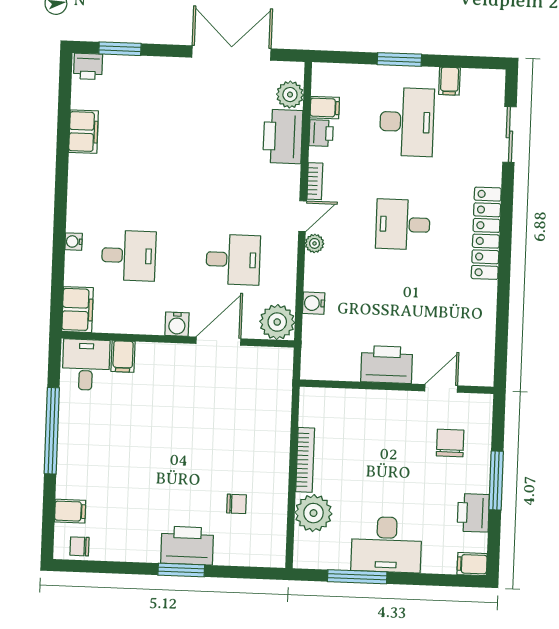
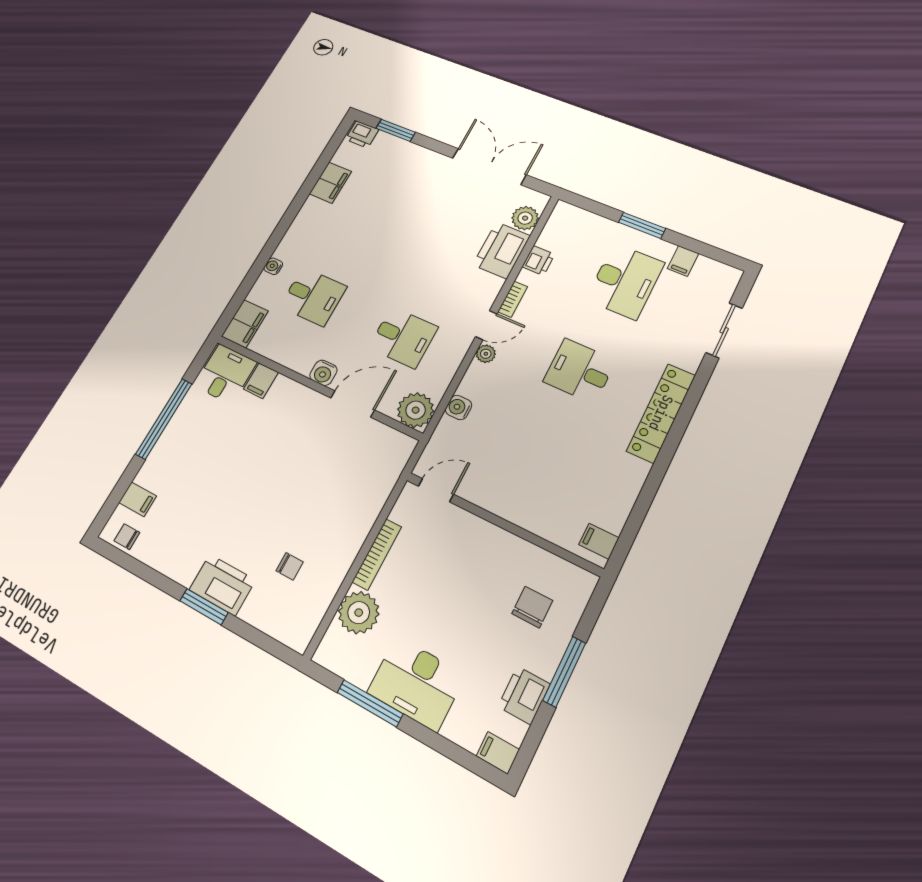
filing cabinet: (325, 108) -> (599, 541), moved, turned 180
printer: (387, 364) -> (503, 497), removed
door: (441, 388) -> (436, 490), moved

